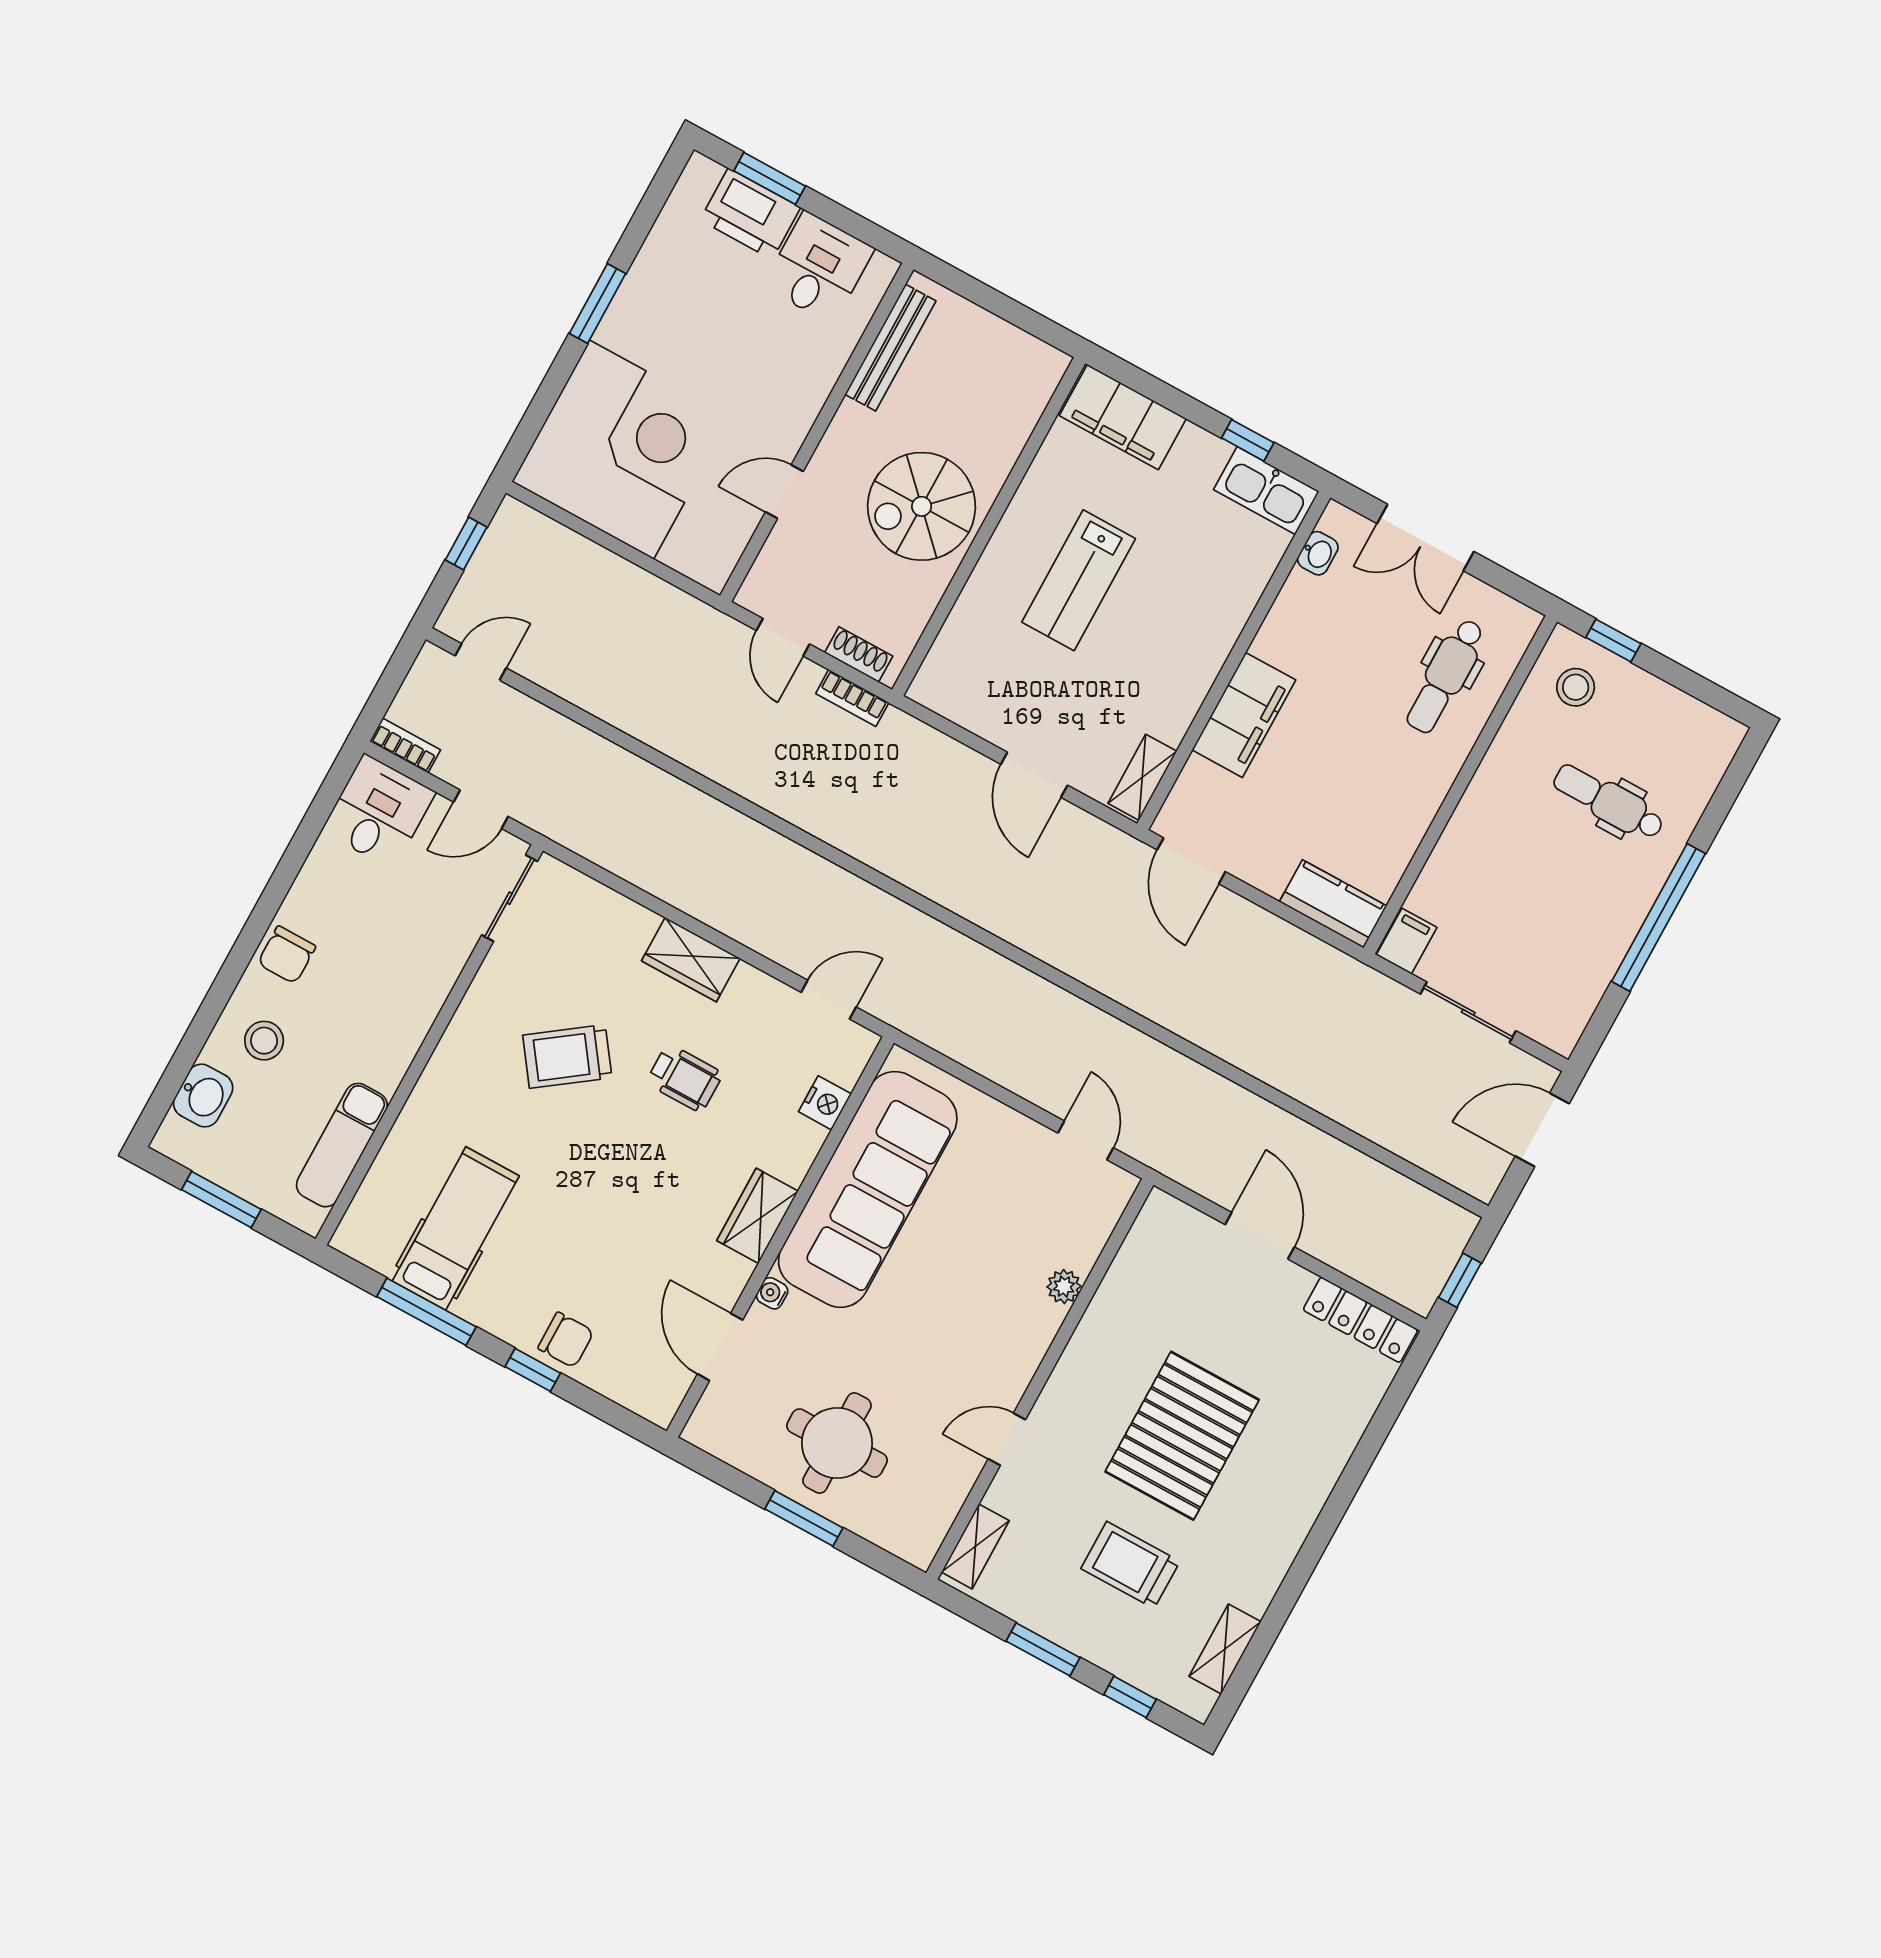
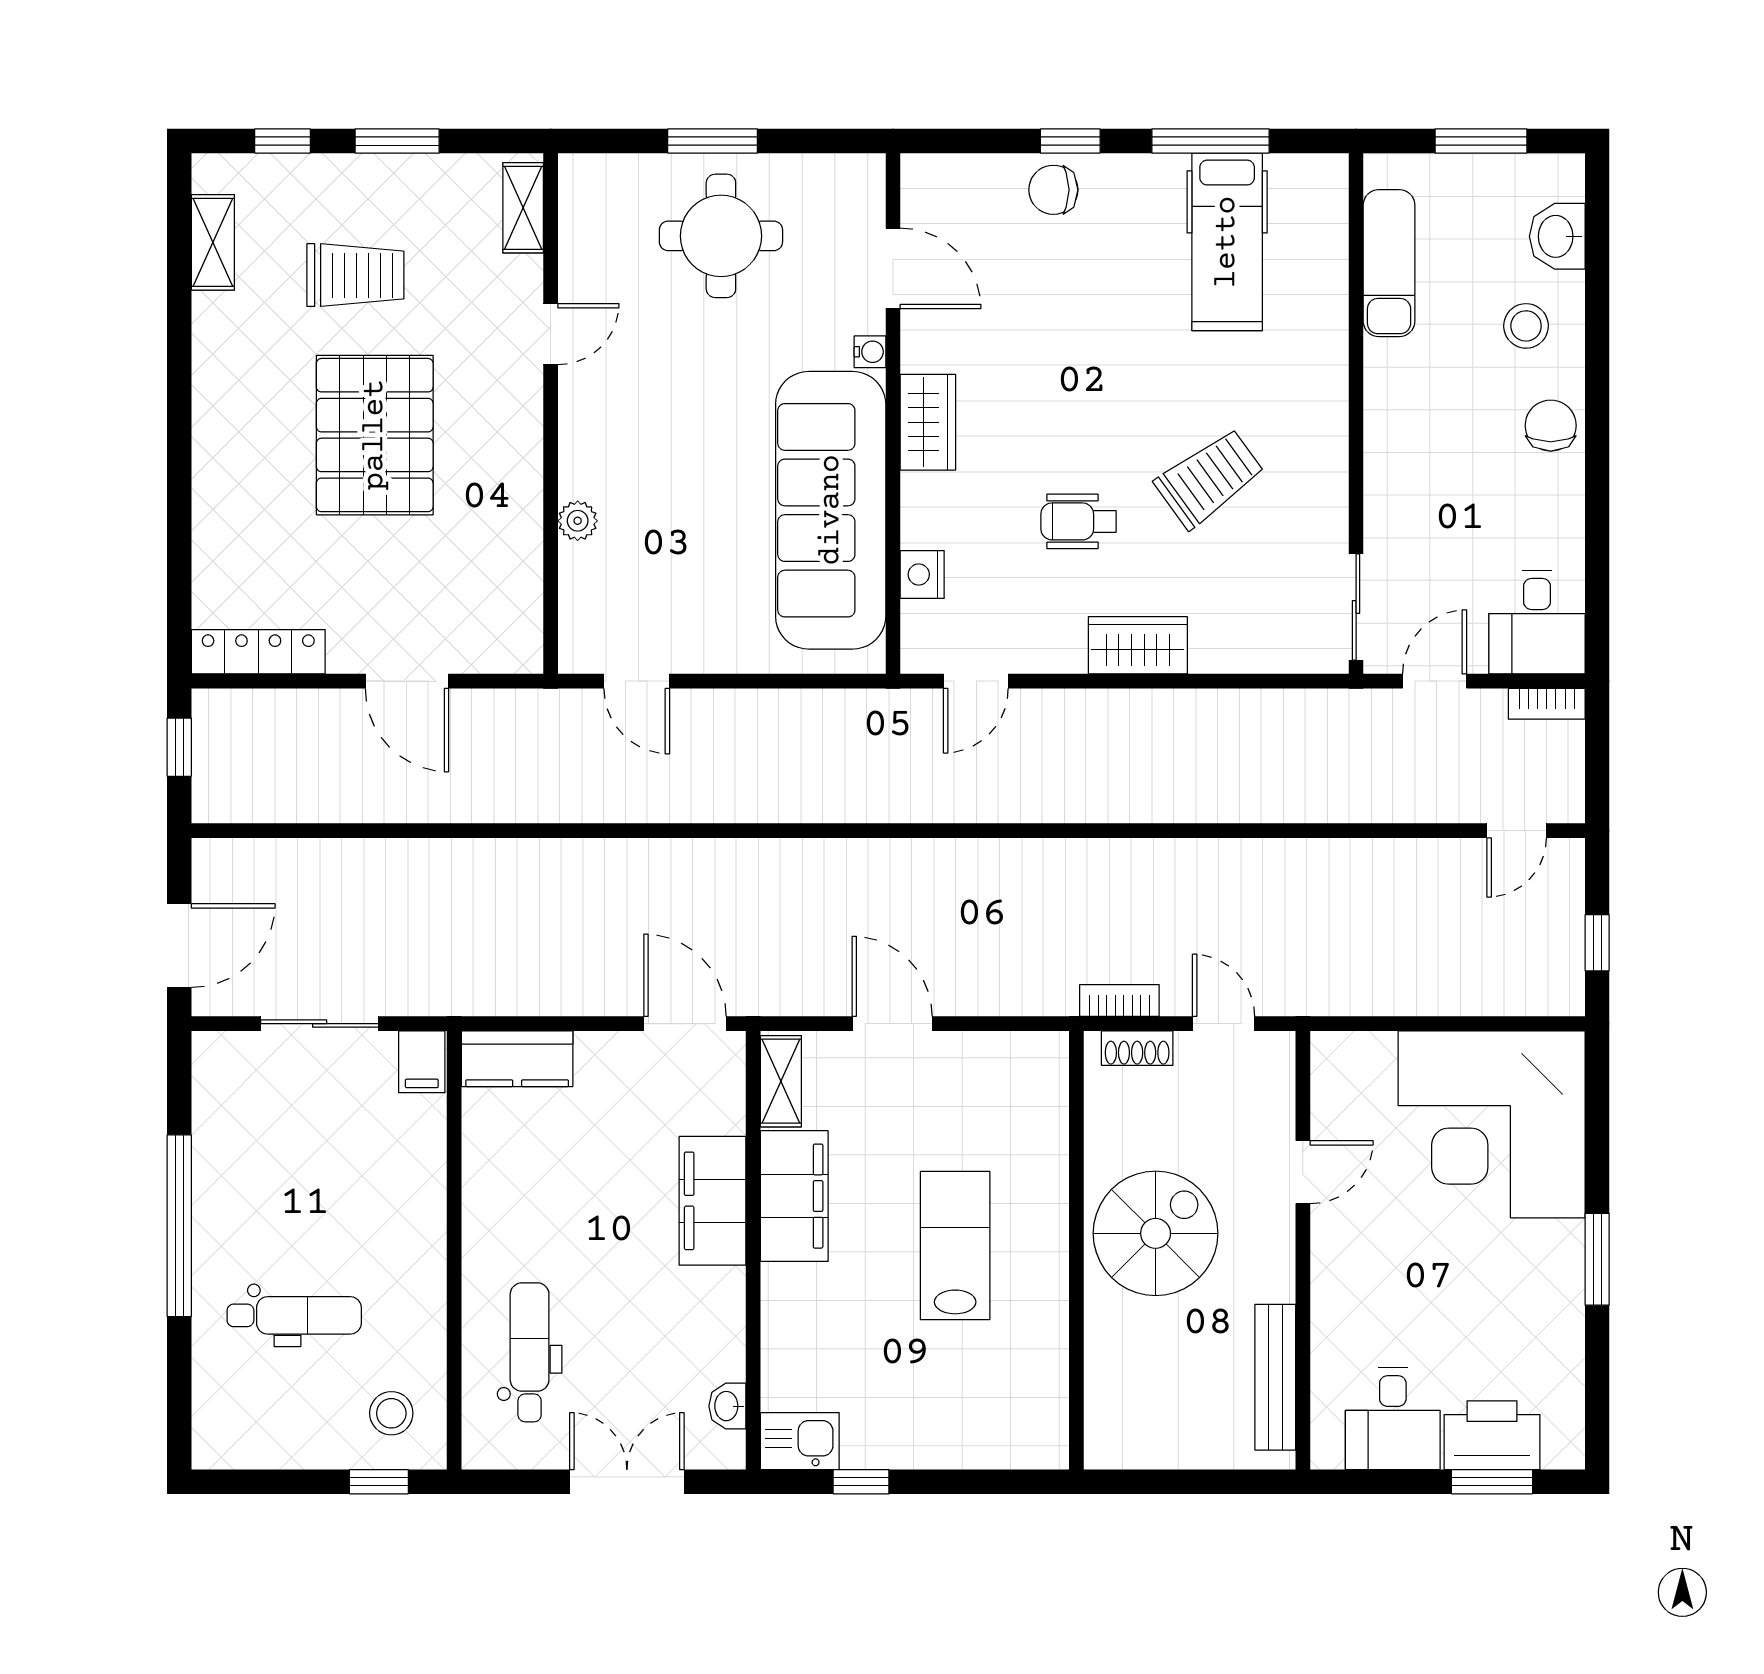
filing cabinet: (1123, 417) -> (794, 1196), moved, turned 90
kitchen sink: (1266, 490) -> (800, 1441), width x0.73

